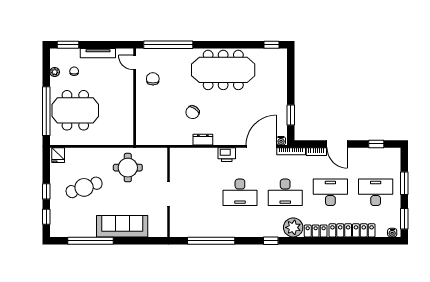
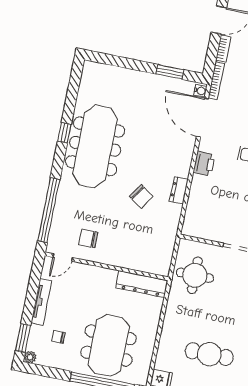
window: (272, 45) -> (64, 133), moved
plant: (55, 72) -> (30, 357), moved
dresser: (127, 126) -> (142, 284), added
round table: (128, 168) -> (195, 275), moved
cafe table: (84, 187) -> (209, 354), turned -71

